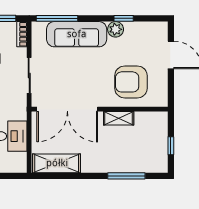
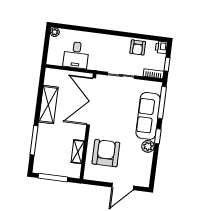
window: (124, 18) -> (158, 136), moved
shelving: (119, 118) -> (78, 152), moved
window: (171, 146) -> (53, 178), width x2.17
shelving: (57, 163) -> (48, 105), moved

